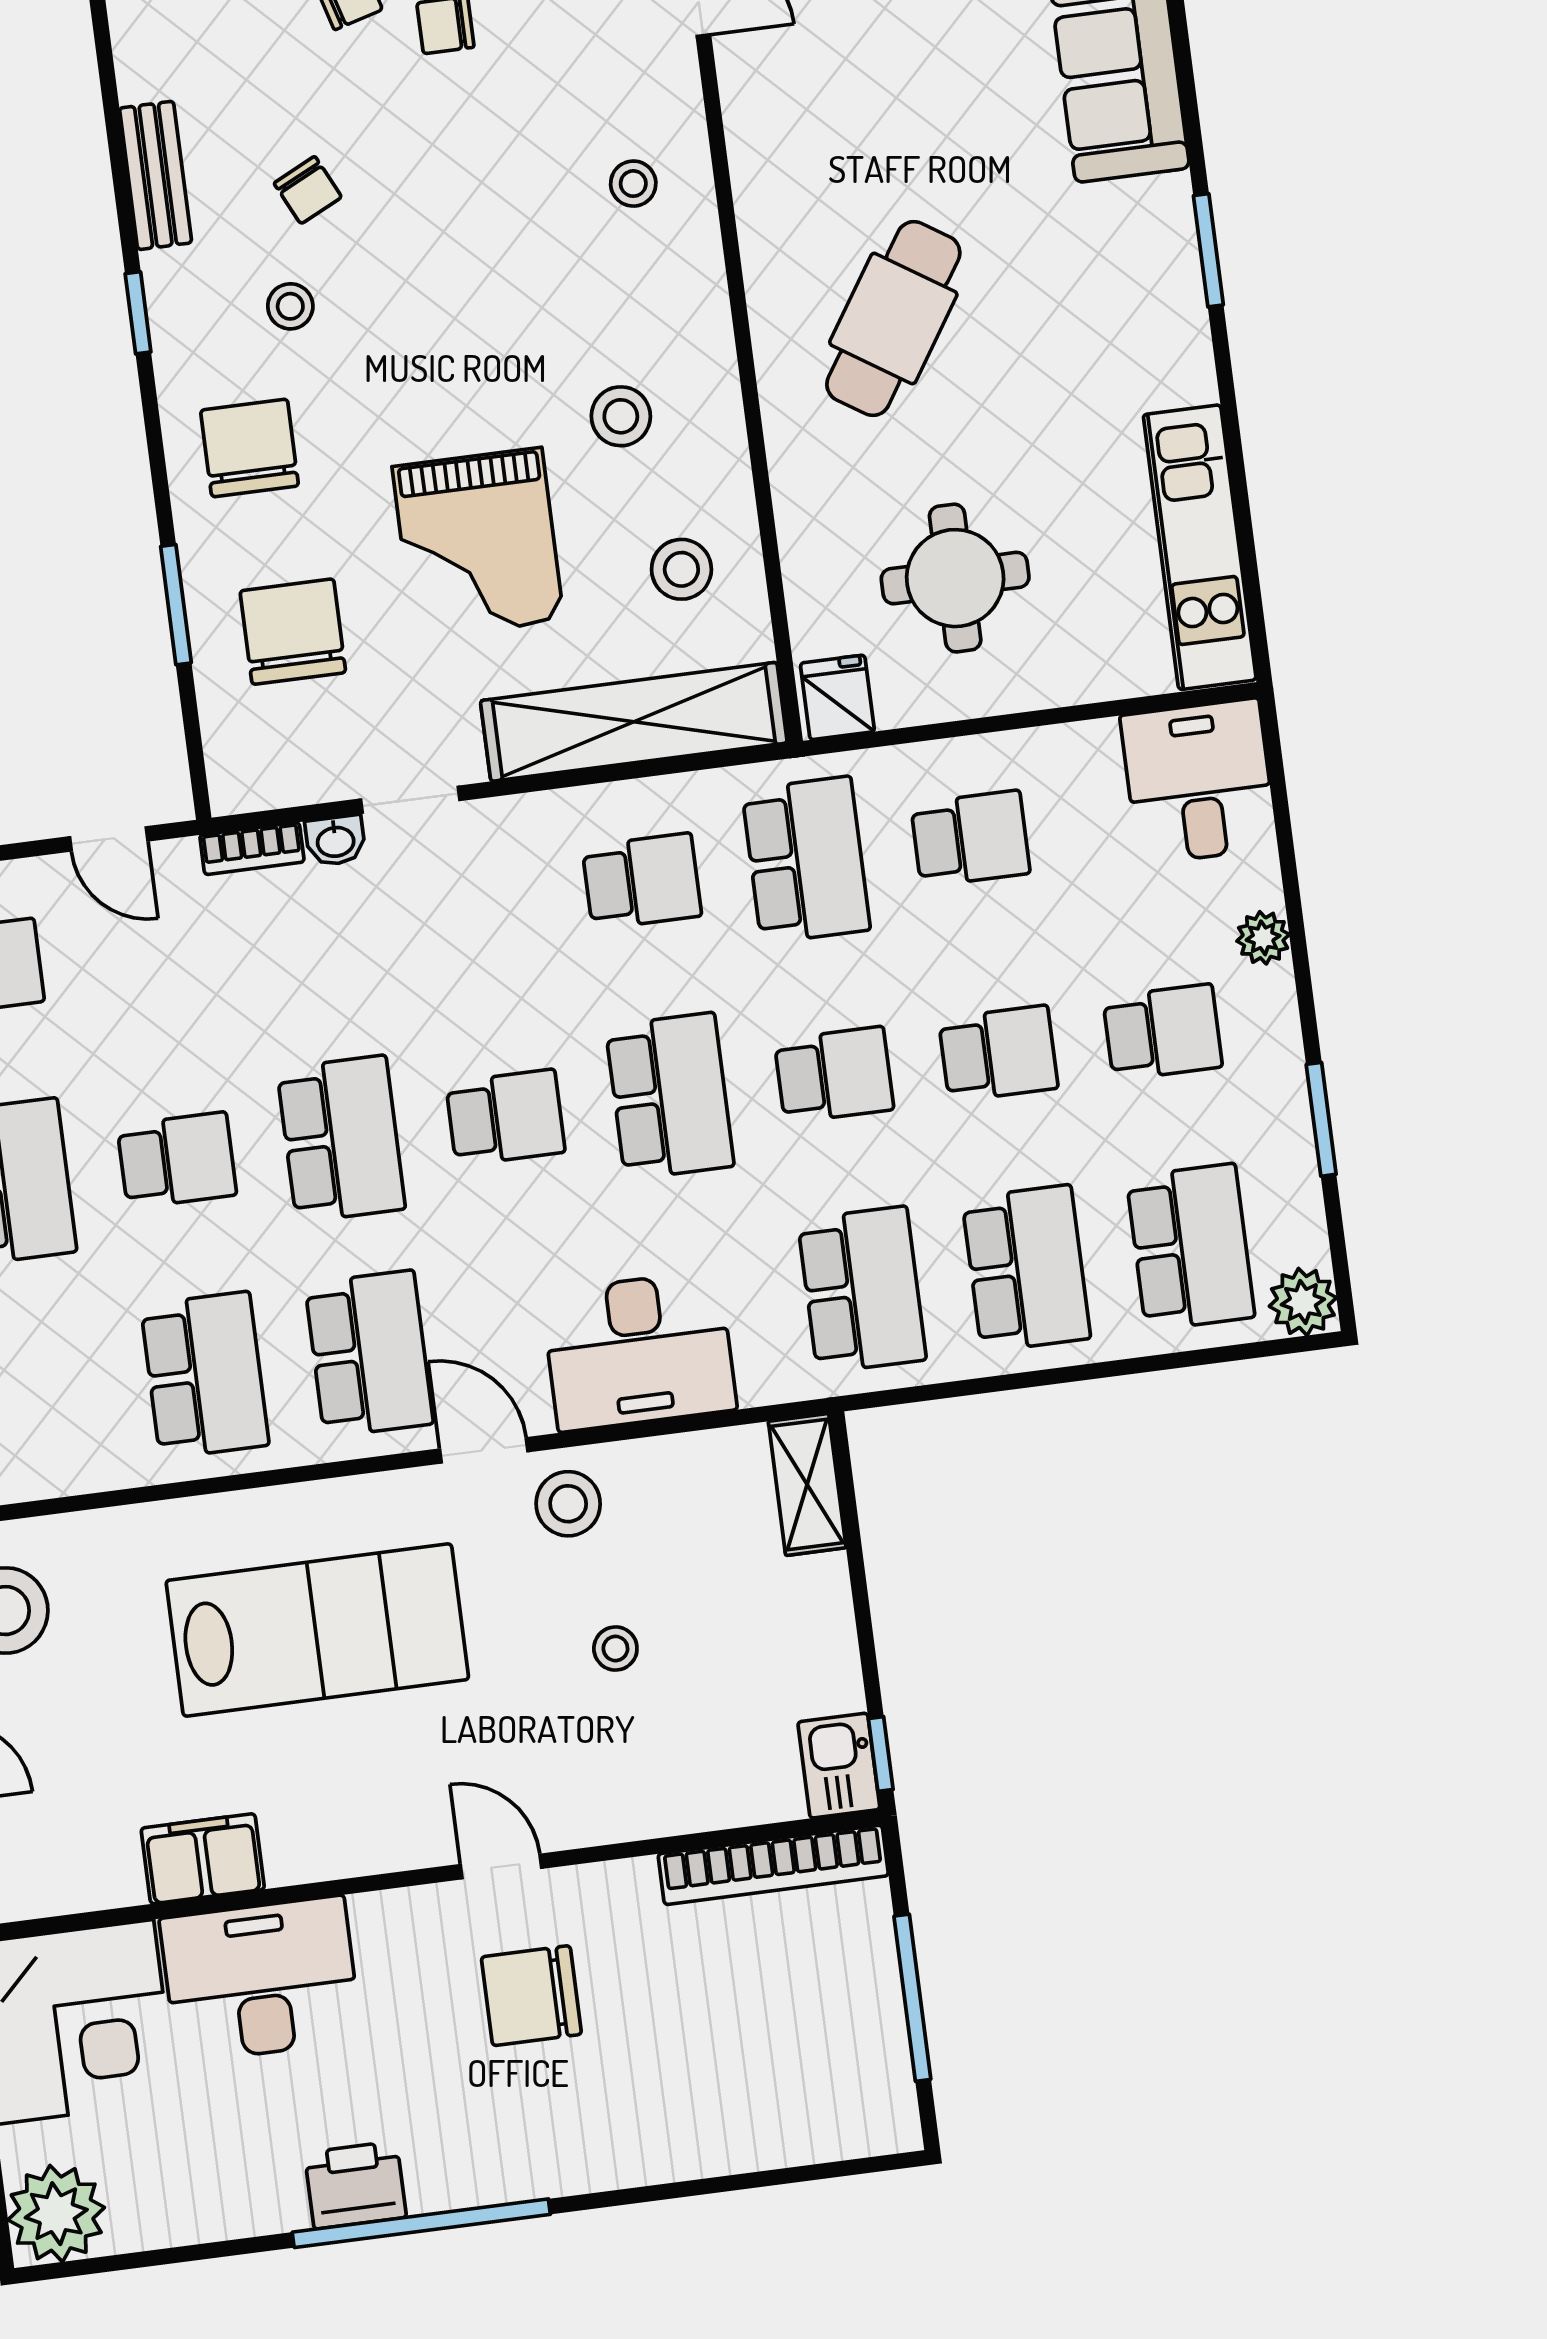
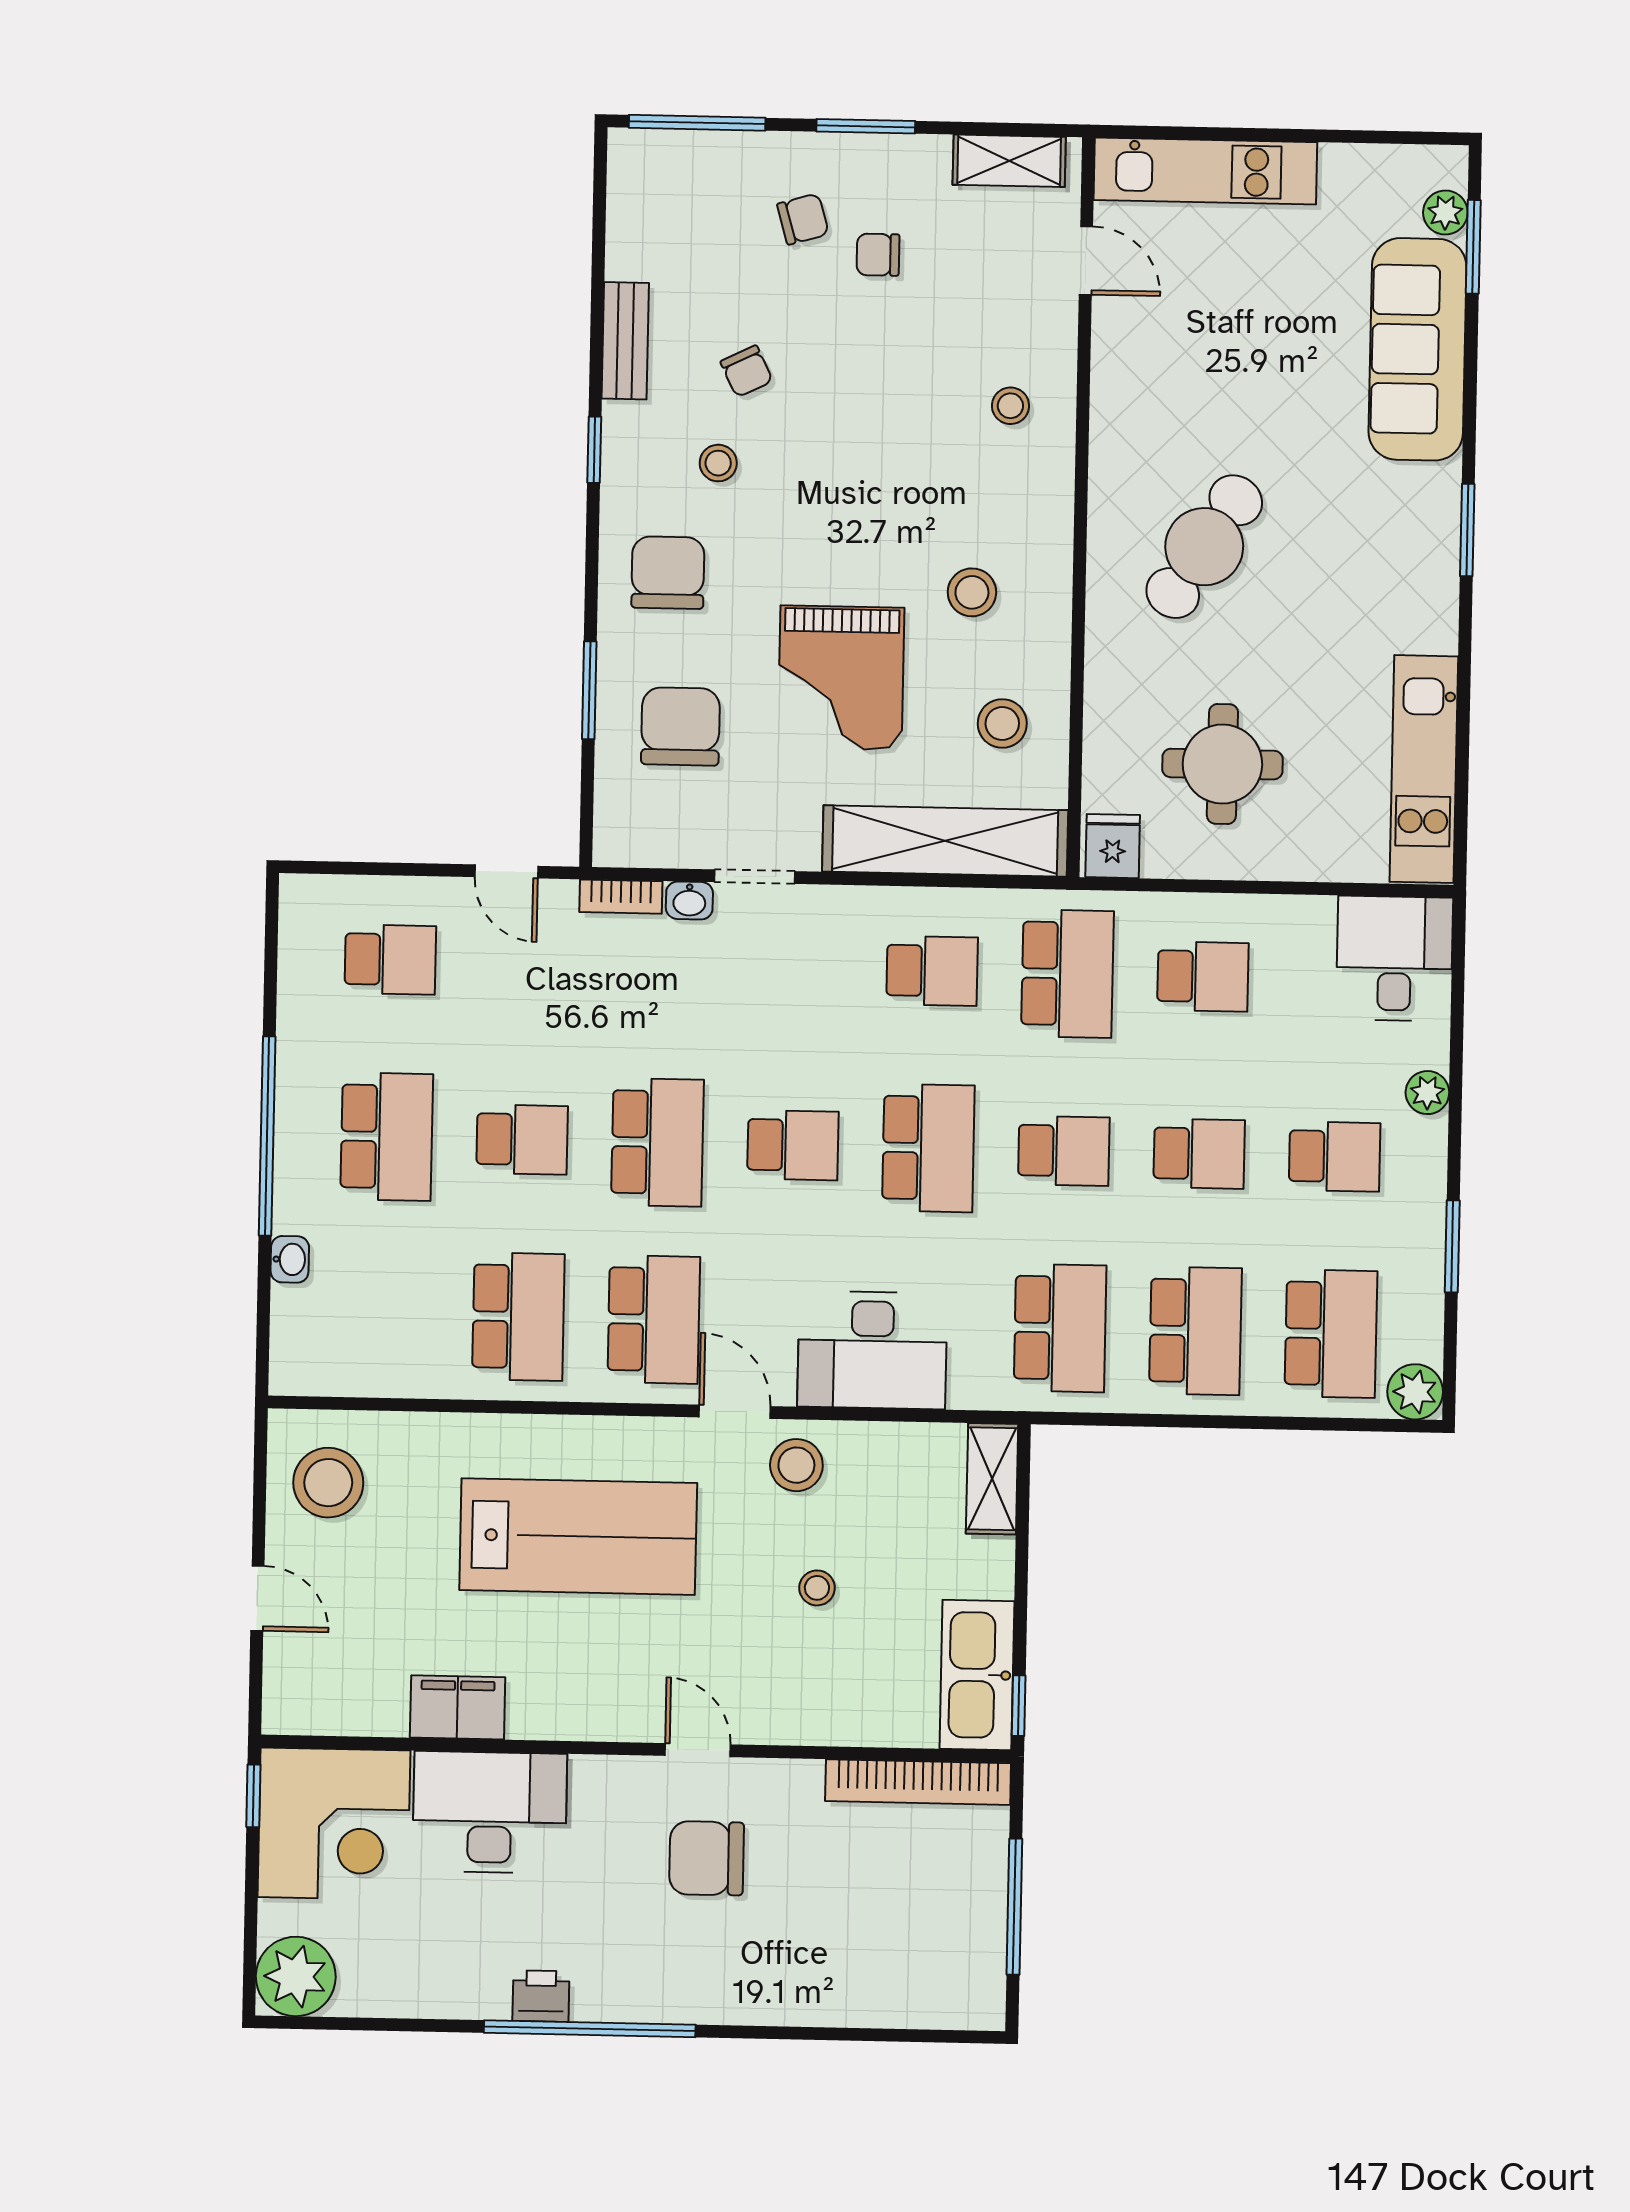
kitchen sink: (839, 1766) -> (977, 1675), width x1.88, depth x1.24
printer: (355, 2185) -> (541, 1996), width x0.73, depth x0.81

